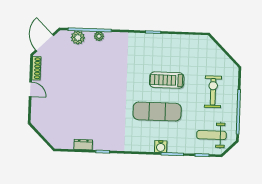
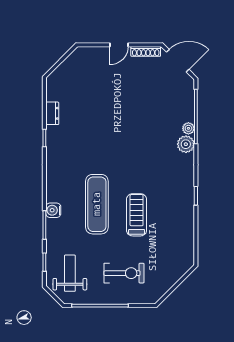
plant: (78, 38) -> (186, 144), moved

